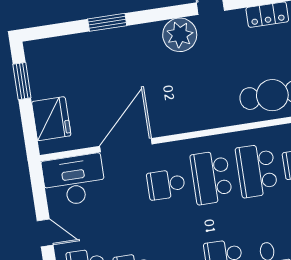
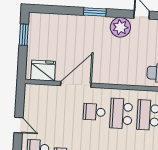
window: (107, 22) -> (95, 12), moved
fridge: (51, 119) -> (43, 71), moved, turned -90
desk: (74, 180) -> (42, 98), removed

